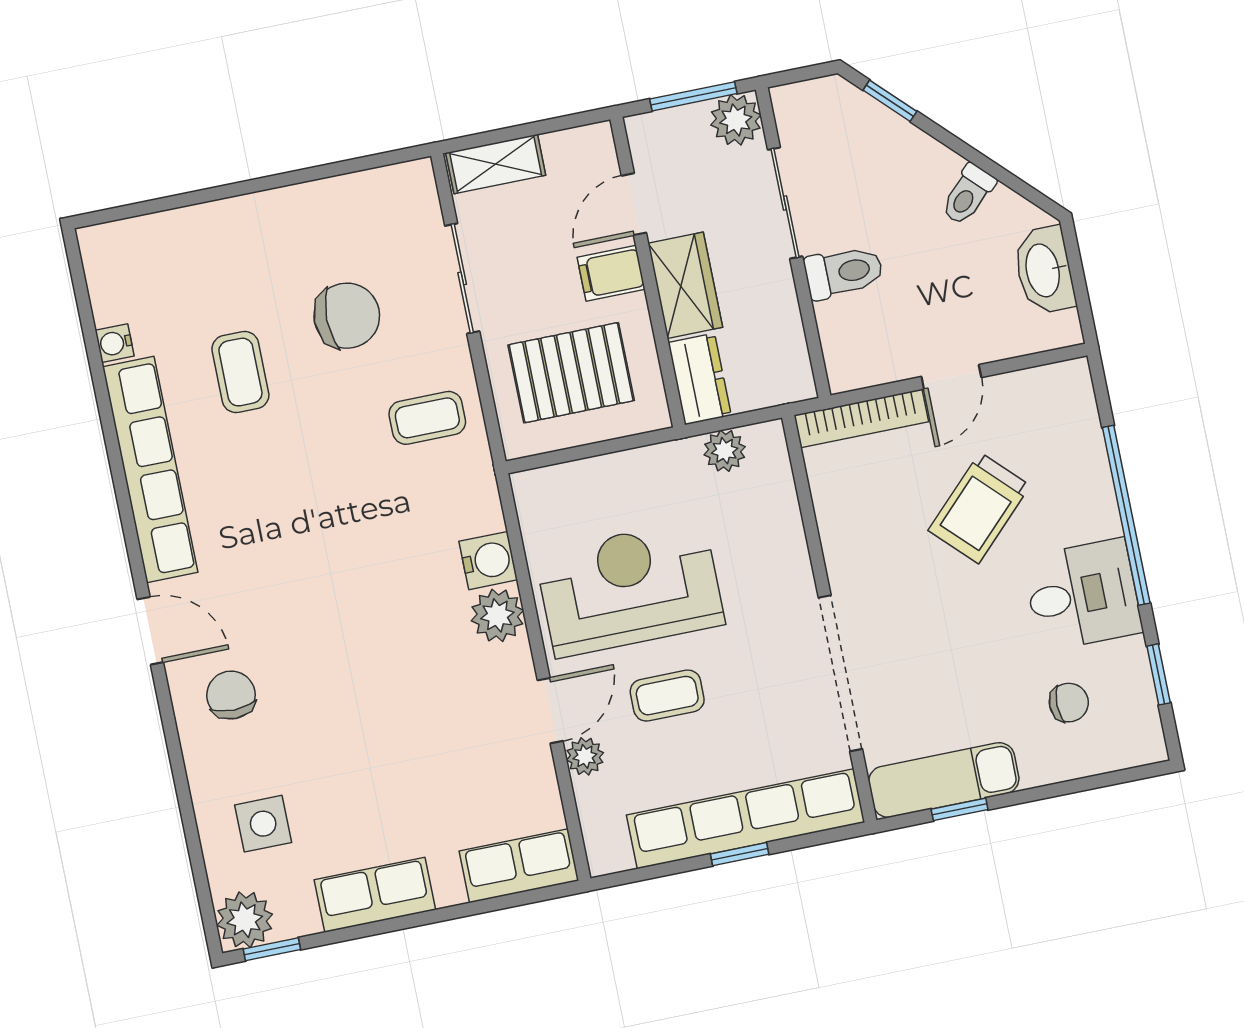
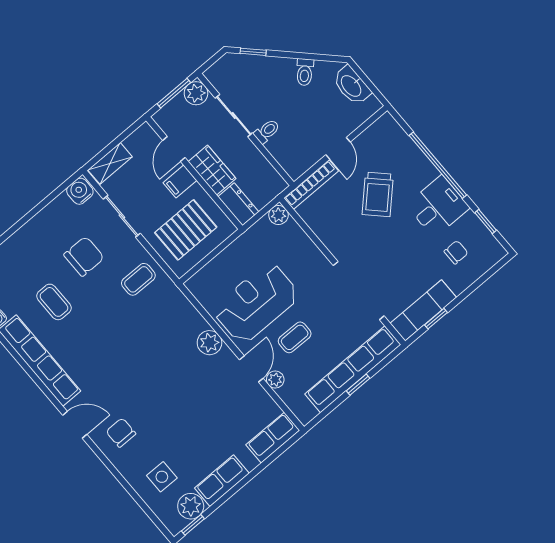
toilet: (844, 272) -> (267, 131), width x0.73, depth x0.72
plant: (725, 451) -> (278, 215), moved
water cooler: (488, 561) -> (80, 191), moved, turned -90
plant: (245, 920) -> (191, 506), moved

